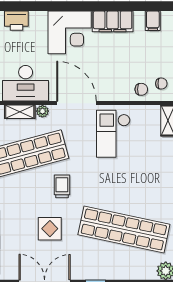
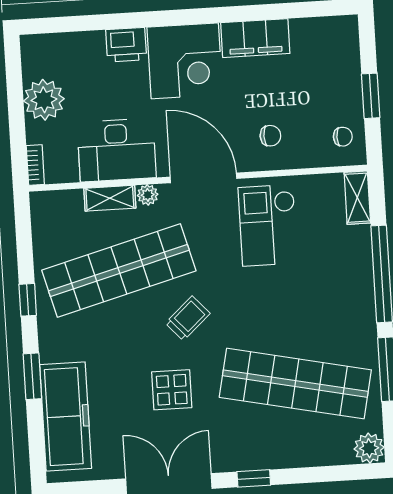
printer: (16, 21) -> (126, 45), moved
filing cabinet: (153, 21) -> (322, 33), removed
chair: (141, 89) -> (270, 136), moved
trolley: (62, 186) -> (188, 318), turned 48

